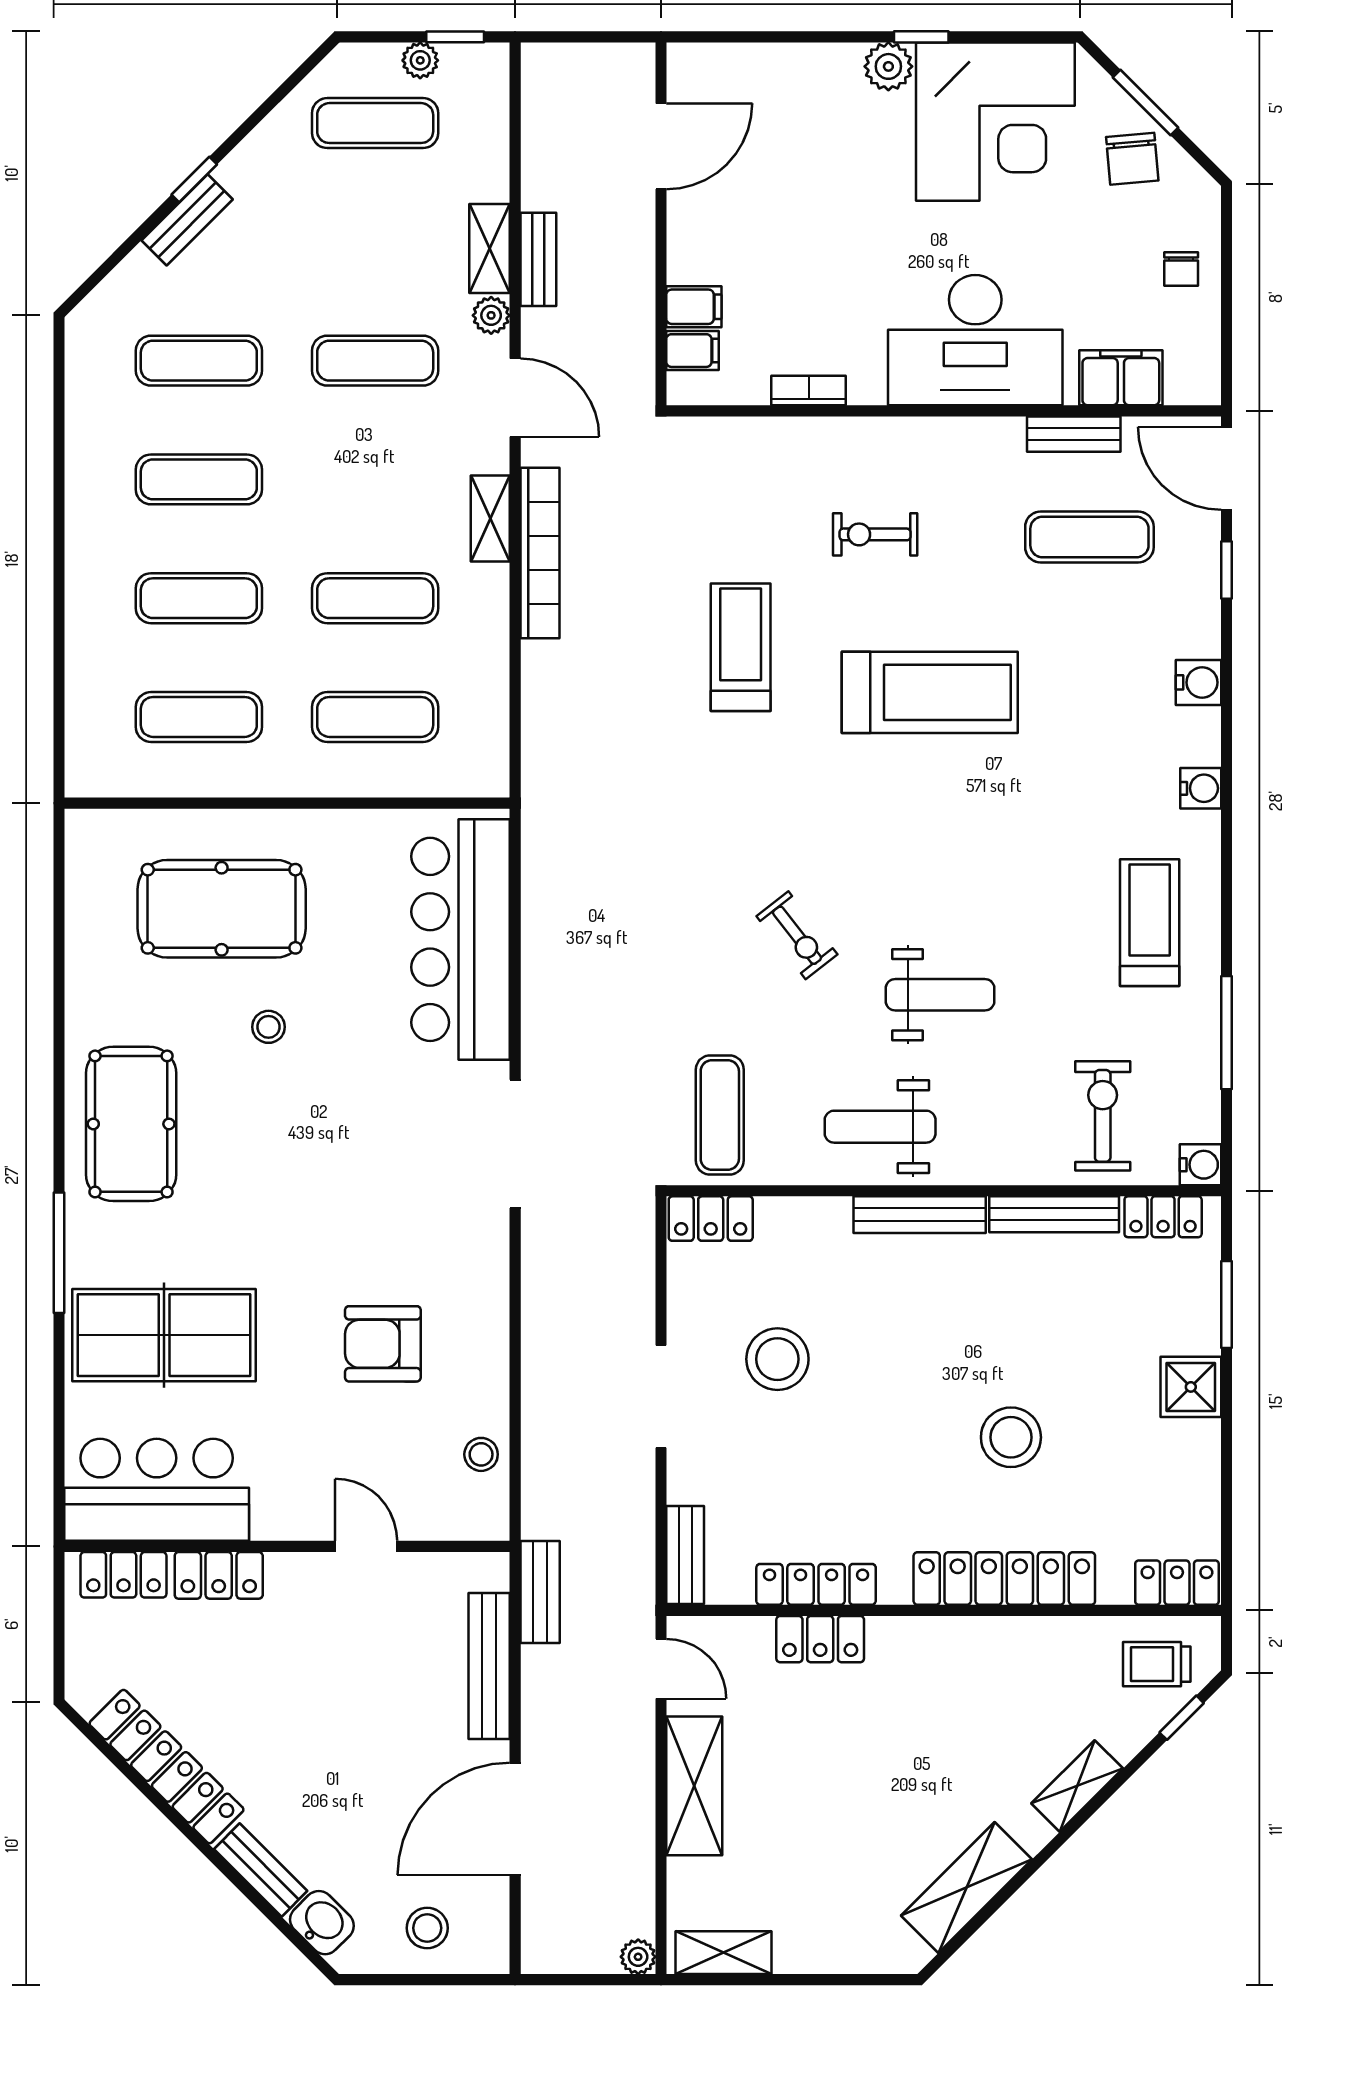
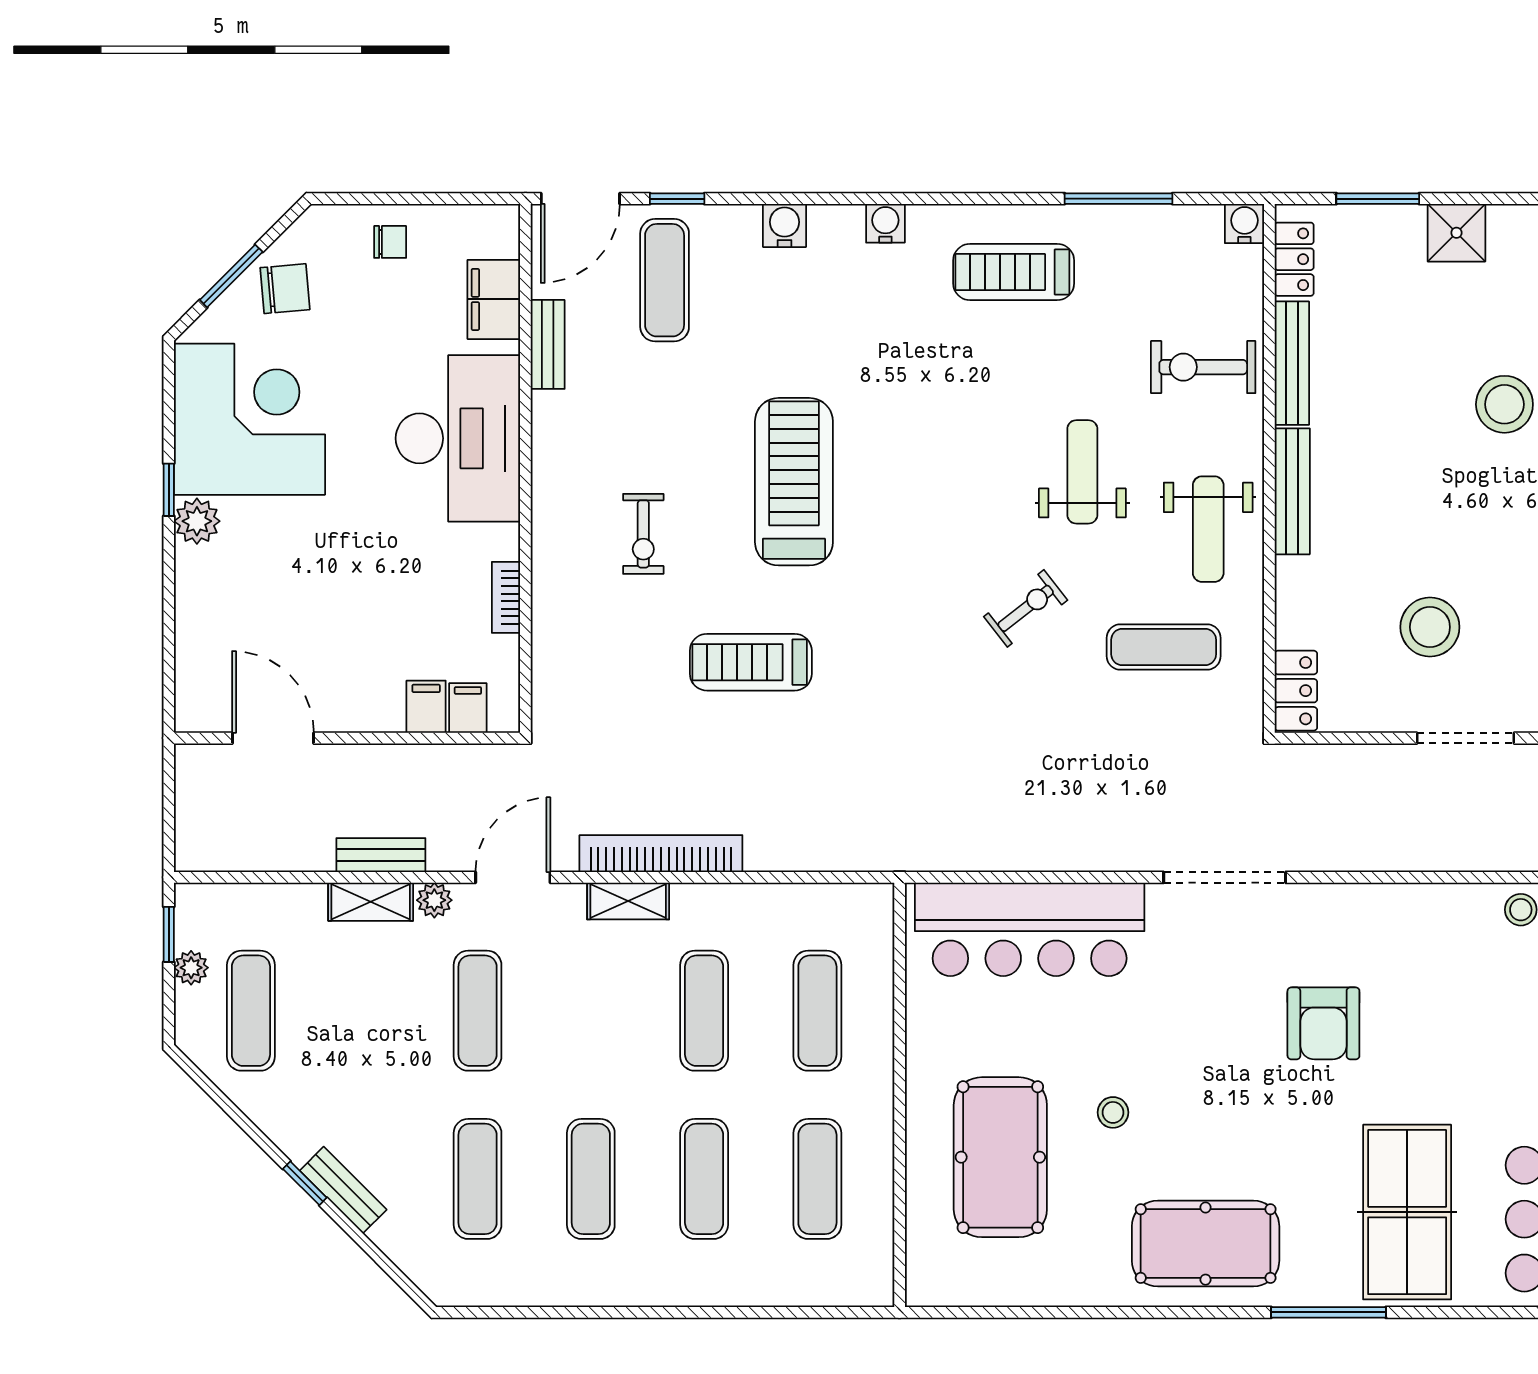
exercise mat: (1089, 537) -> (665, 280), moved
exercise mat: (720, 1115) -> (1164, 647), moved
exercise bike: (1103, 1116) -> (1203, 367), moved
armchair: (383, 1344) -> (1323, 1023), moved

